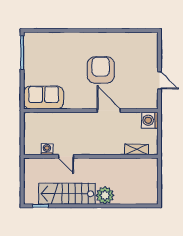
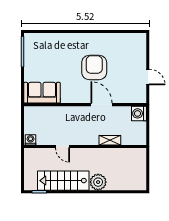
washing machine: (47, 149) -> (31, 140), moved
shelving: (137, 149) -> (110, 140), moved

